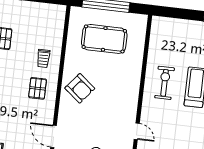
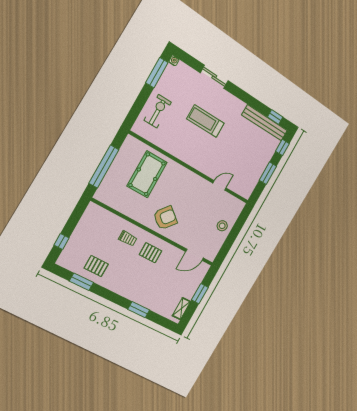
pool table: (104, 39) -> (147, 174), moved
exercise bike: (165, 83) -> (158, 111), moved, turned 90

